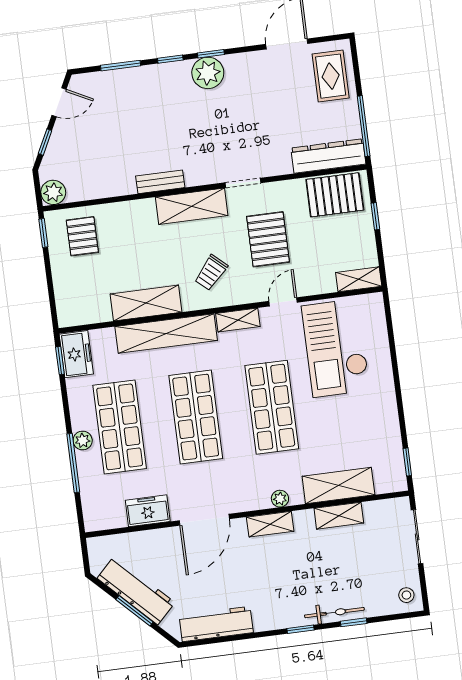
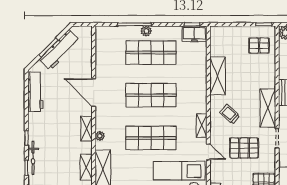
shelving: (166, 333) -> (199, 85), removed
freezer: (148, 511) -> (103, 62), removed

